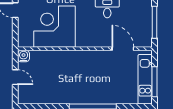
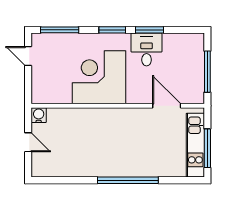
corner desk: (55, 27) -> (99, 77), moved

